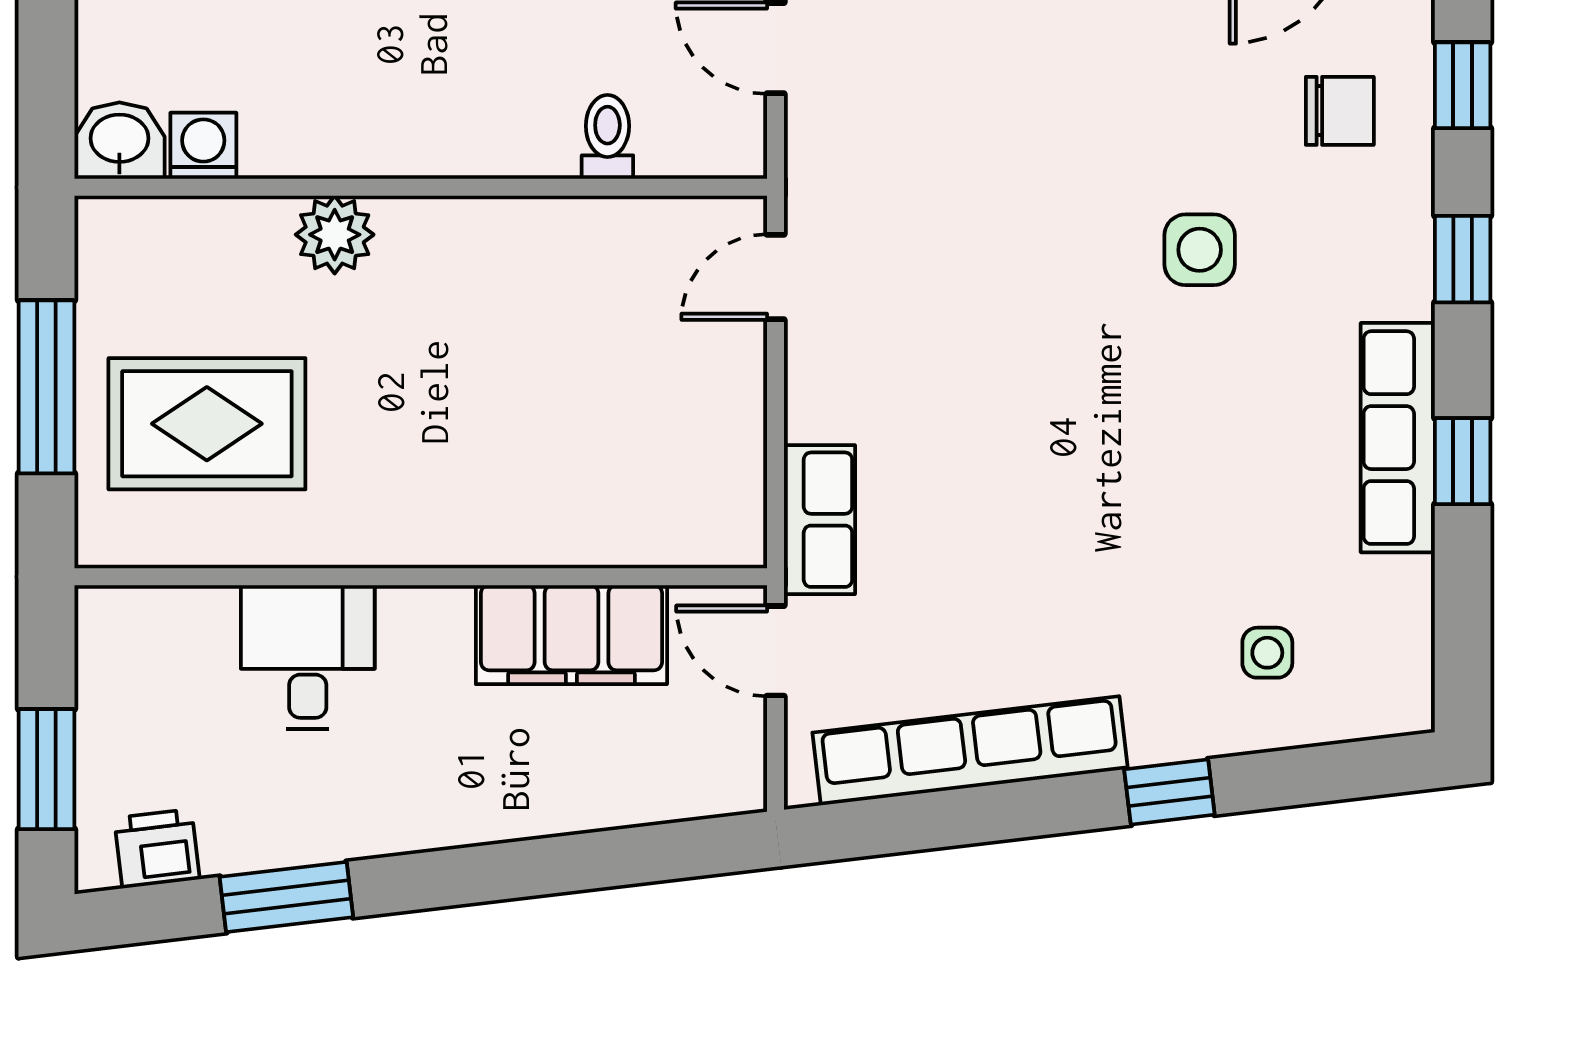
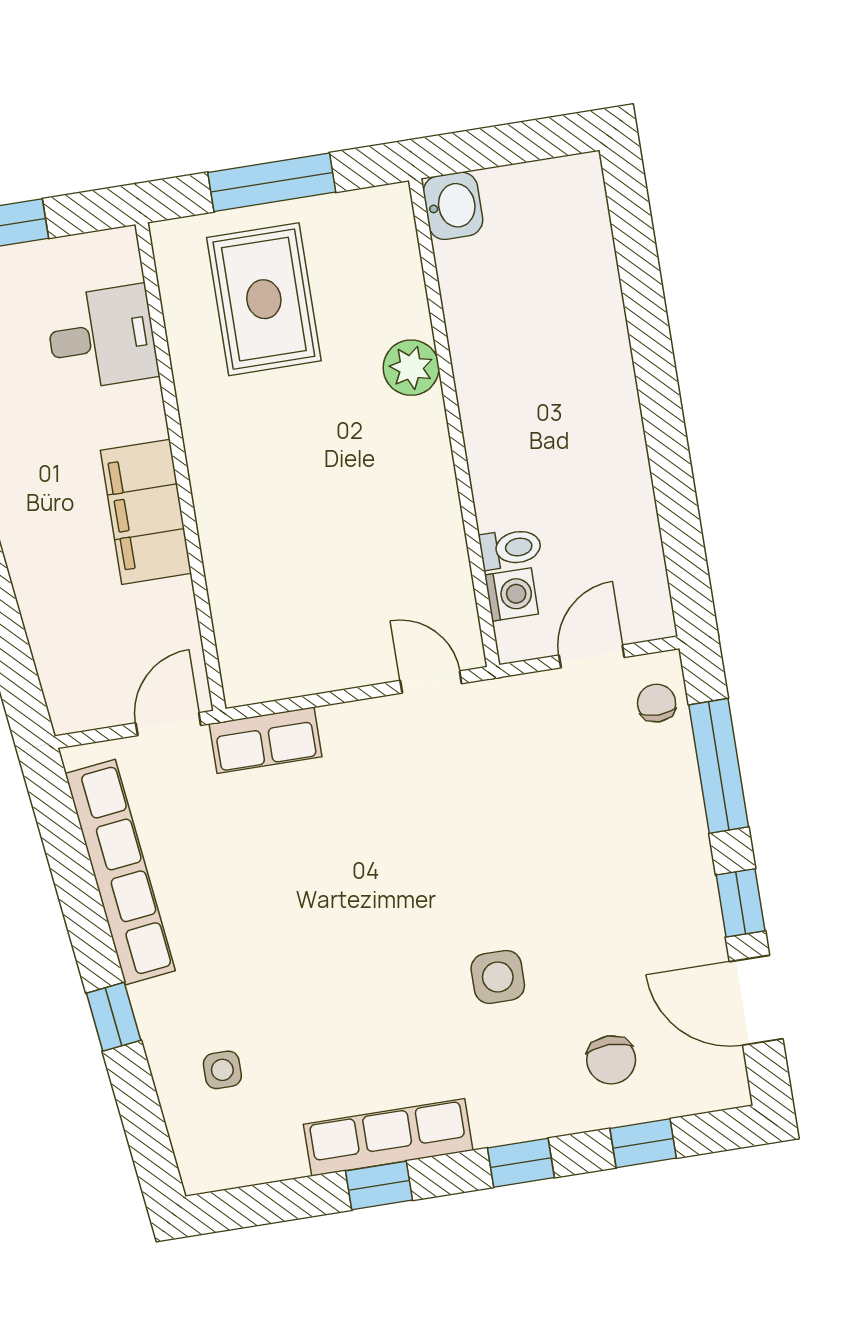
washing machine: (203, 146) -> (511, 595), moved
filing cabinet: (571, 635) -> (146, 512), moved
desk: (308, 657) -> (102, 338), moved

